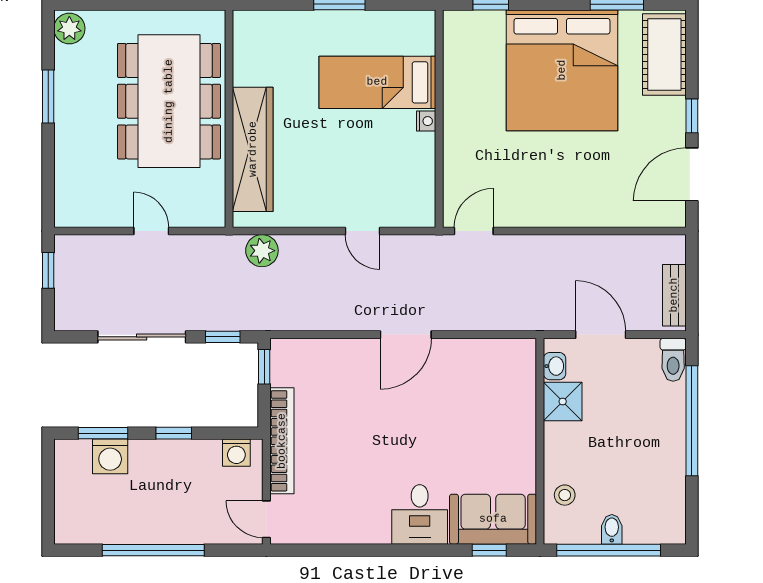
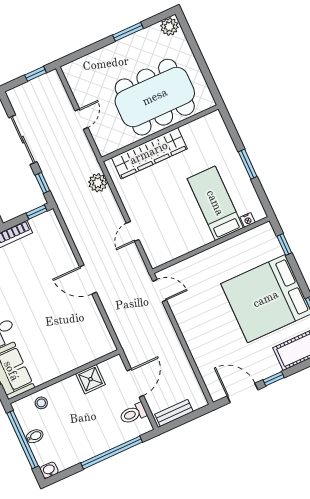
nightstand: (426, 121) -> (248, 220), moved
toilet: (673, 360) -> (133, 414), moved
washbasin: (555, 366) -> (49, 470), moved, turned 180

